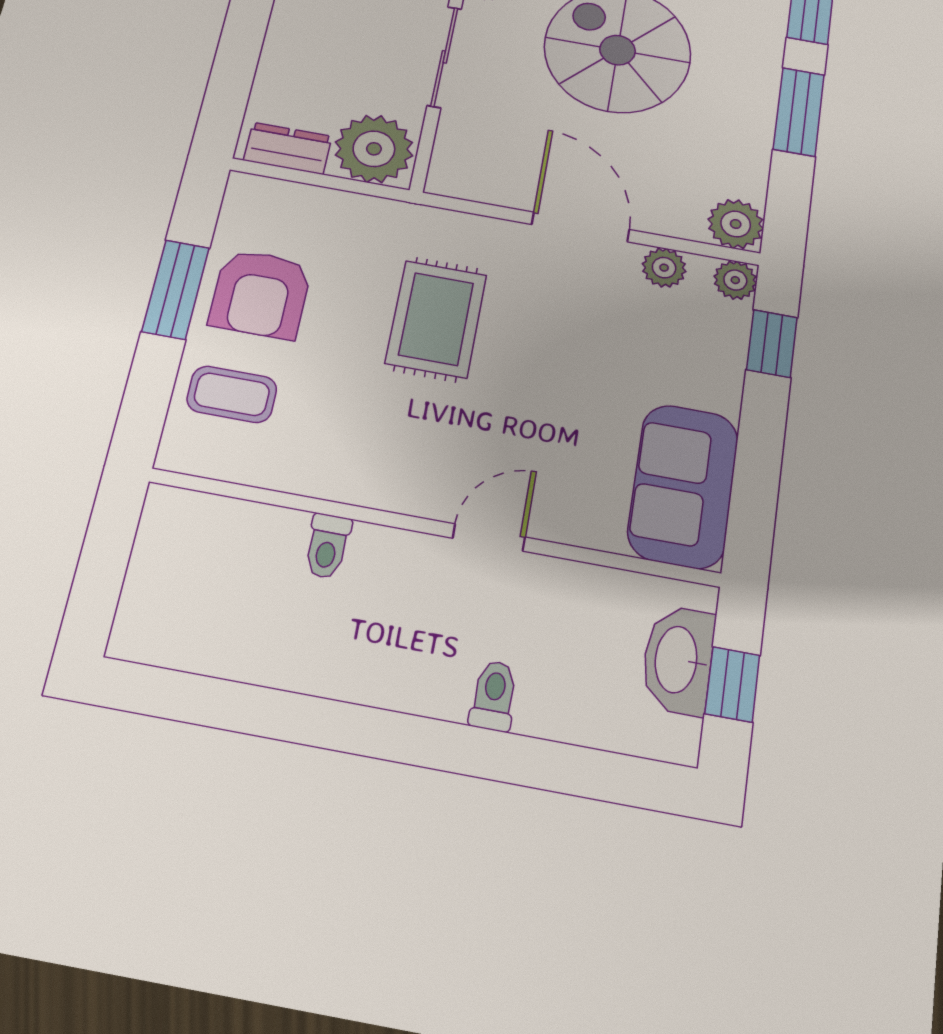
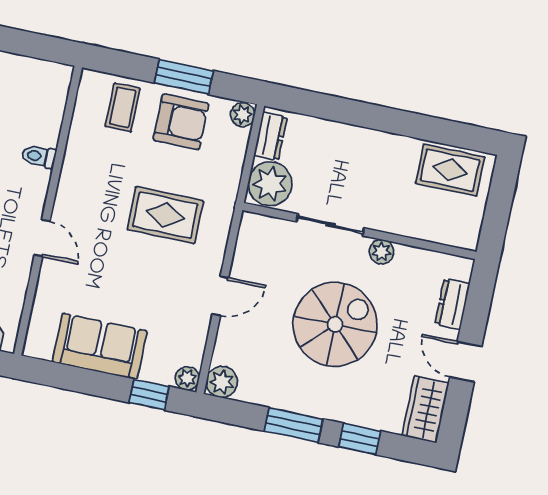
door: (580, 227) -> (220, 296), width x0.73
plant: (664, 268) -> (243, 115), moved
armchair: (260, 294) -> (181, 122), turned 180
sofa: (683, 486) -> (100, 346), moved

